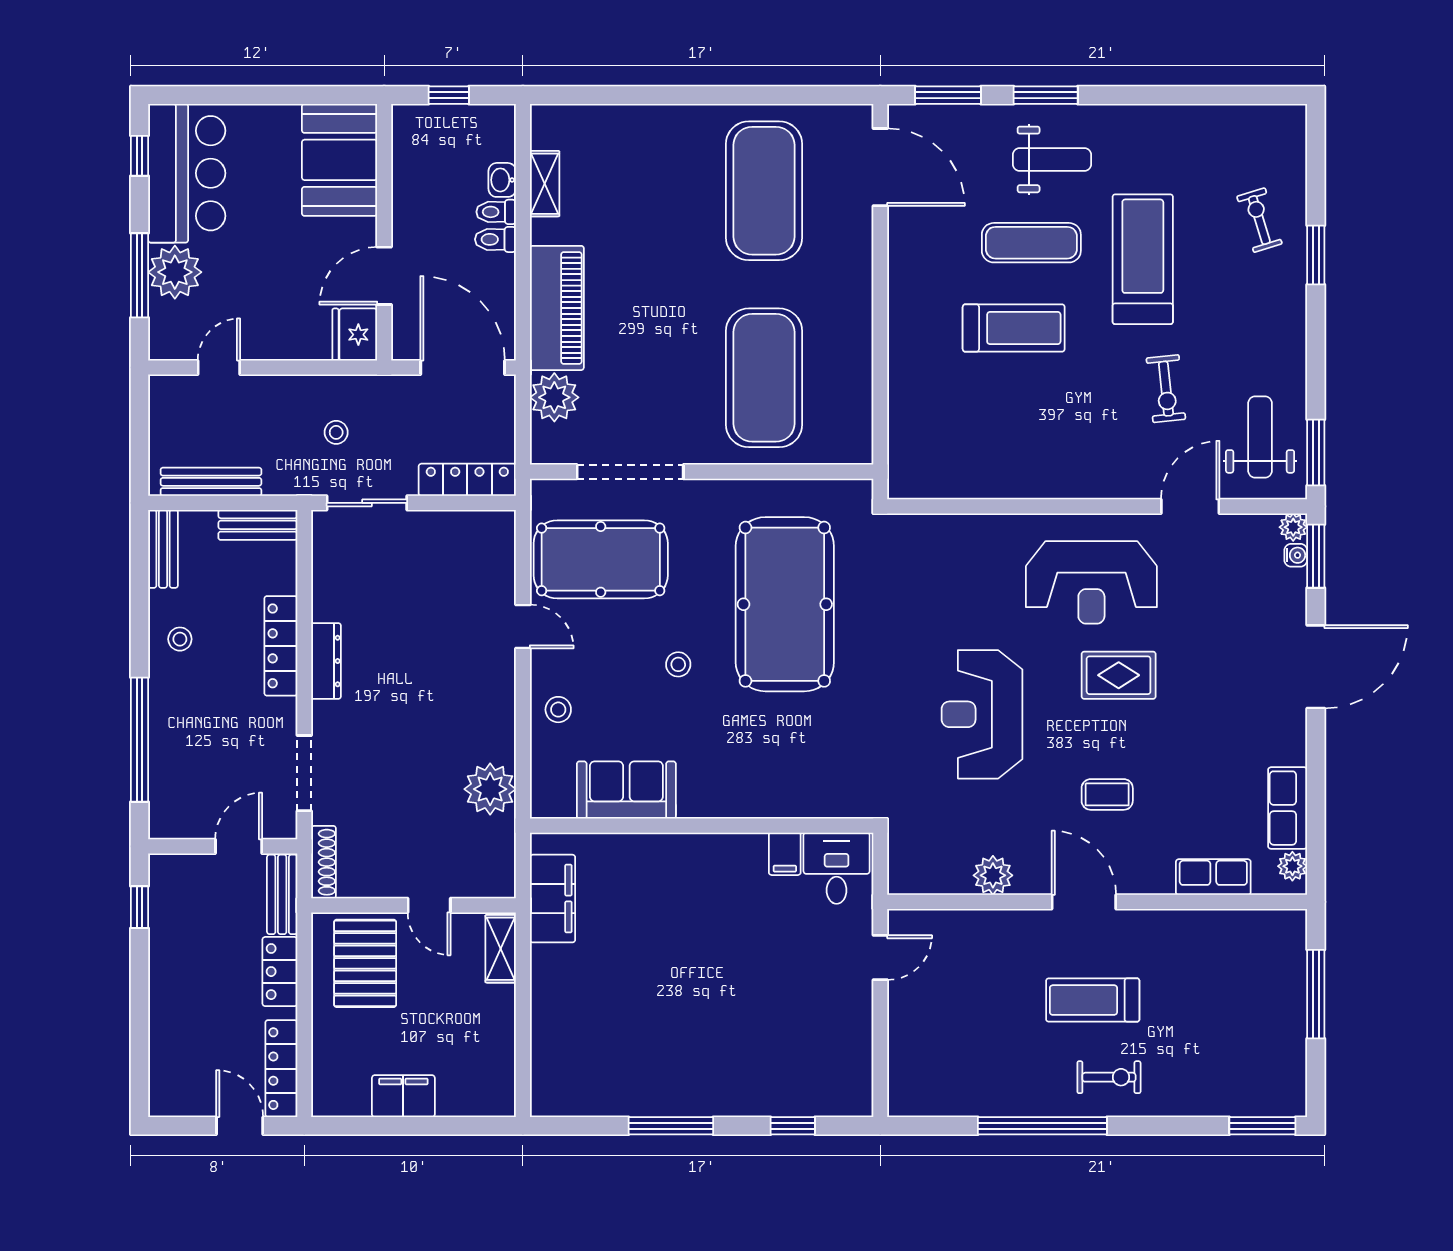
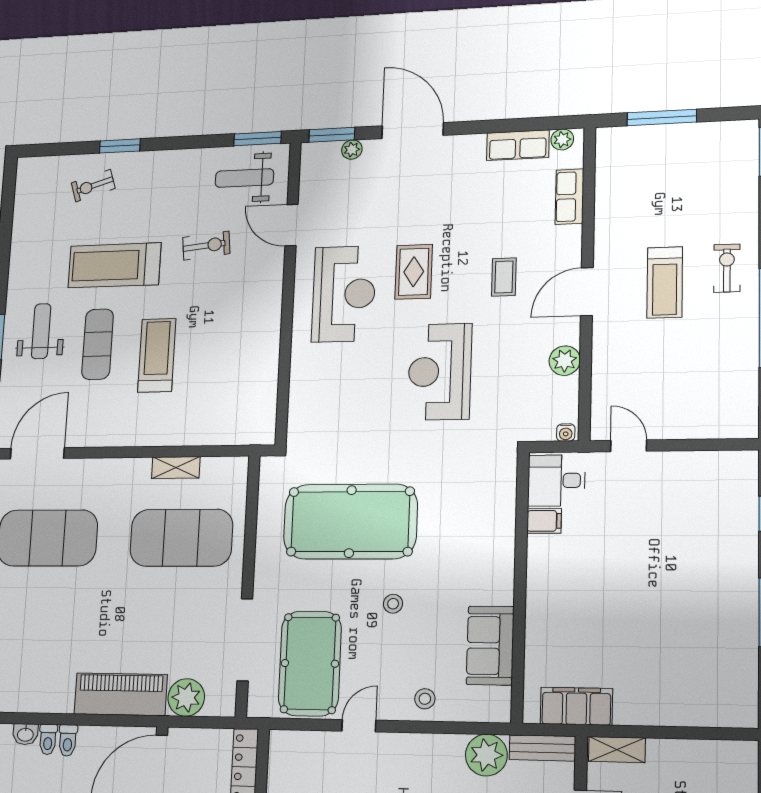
shelving: (545, 184) -> (176, 468), moved
plant: (1293, 527) -> (352, 150), moved
water cooler: (1296, 555) -> (566, 432), moved, turned 180
reception desk: (982, 714) -> (440, 372), turned 90
bench: (501, 858) -> (542, 748), added

